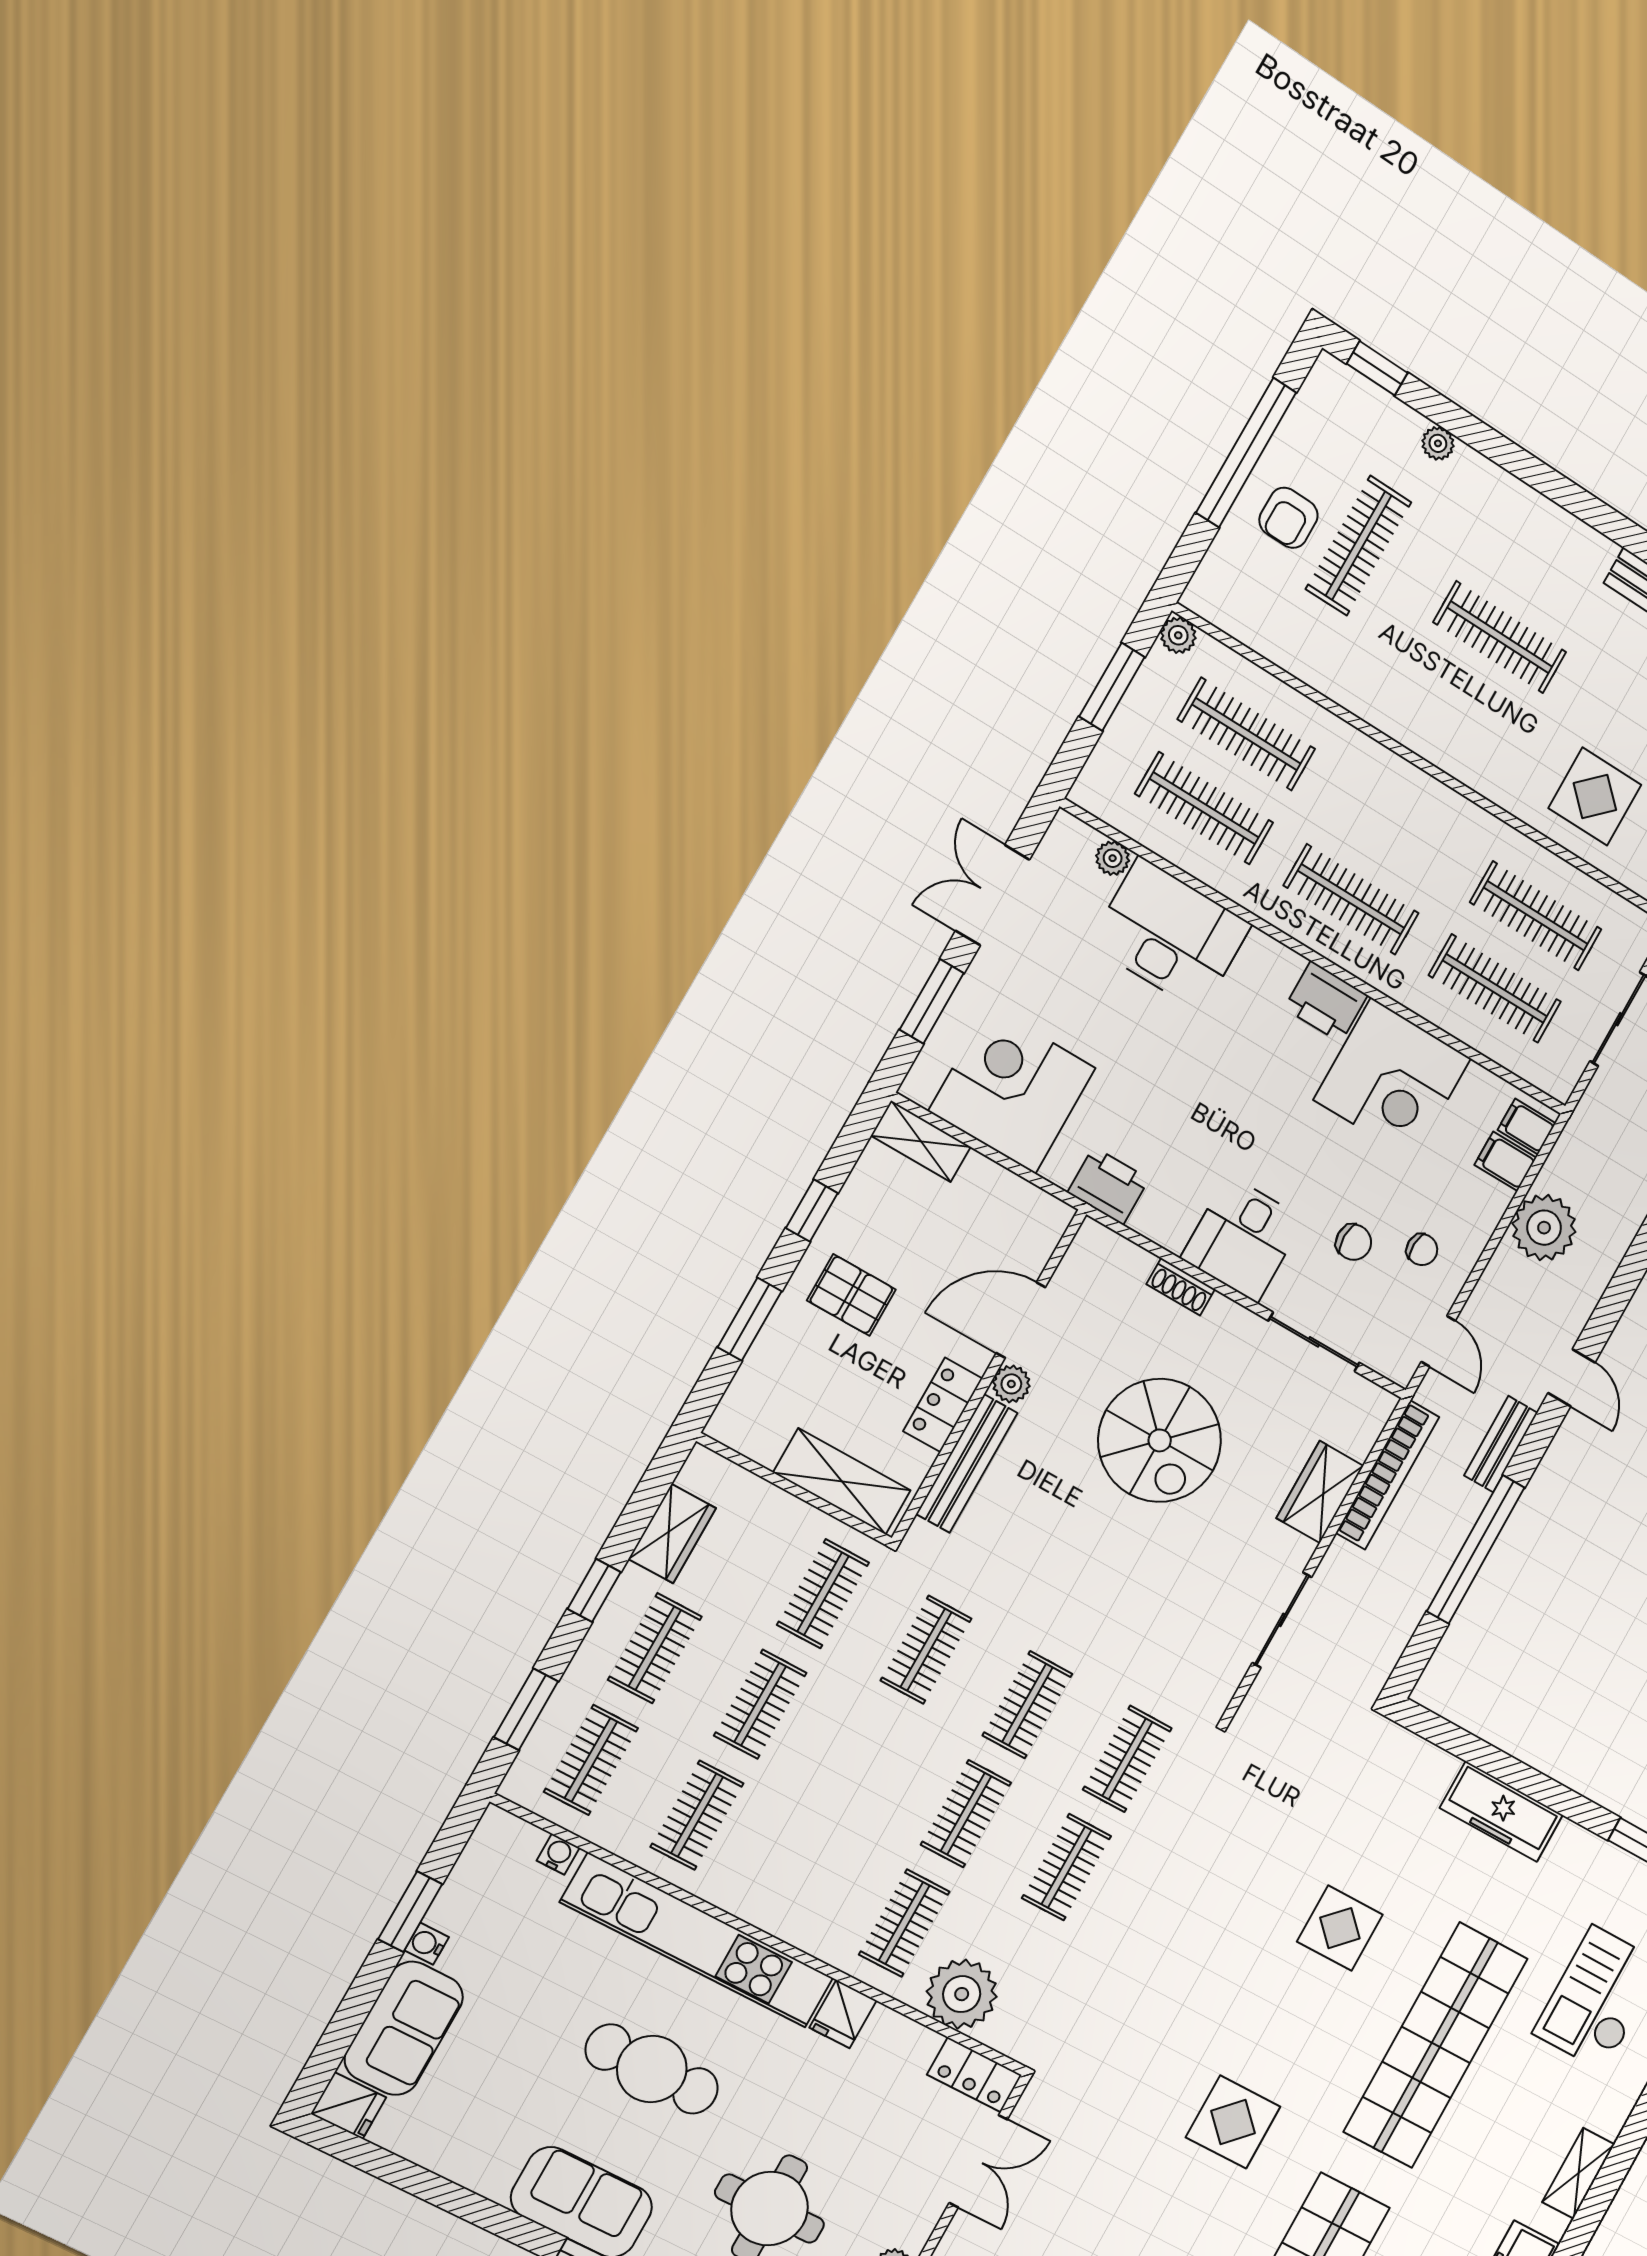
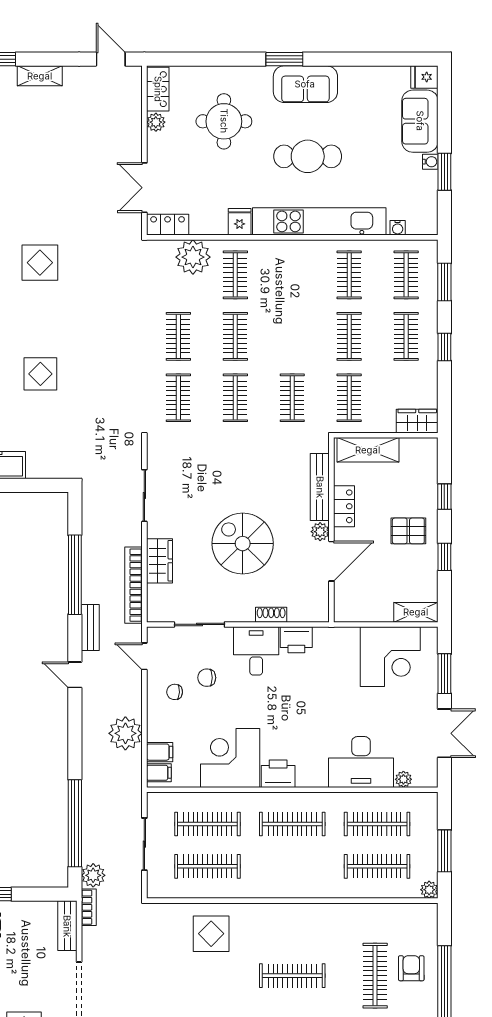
printer: (1108, 1186) -> (296, 640), moved
window: (750, 1319) -> (444, 497), width x0.67
wardrobe: (672, 1534) -> (417, 421), moved, turned 90

